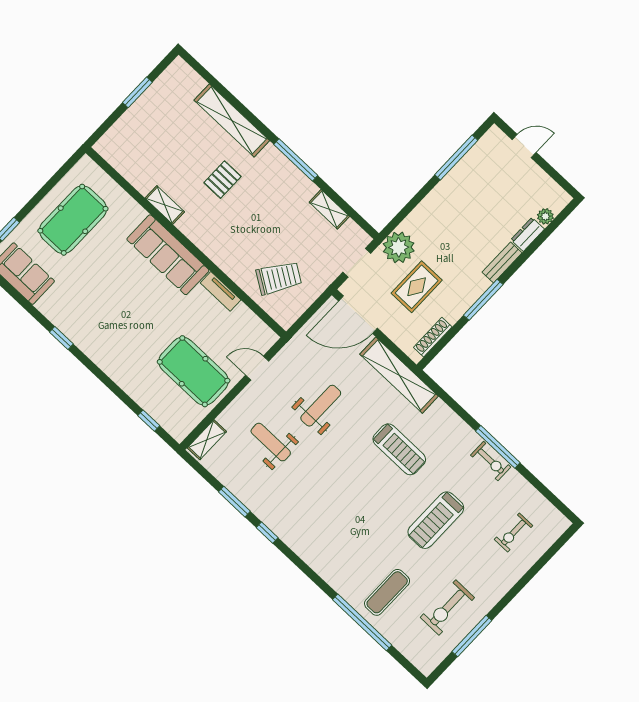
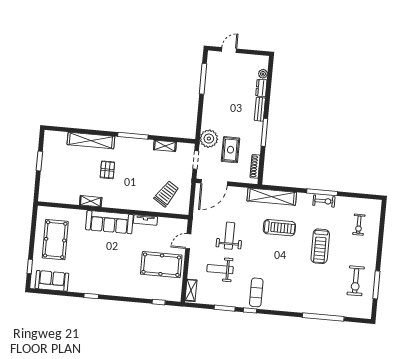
shelving: (399, 375) -> (272, 197), moved
exercise mat: (387, 592) -> (256, 292), moved

